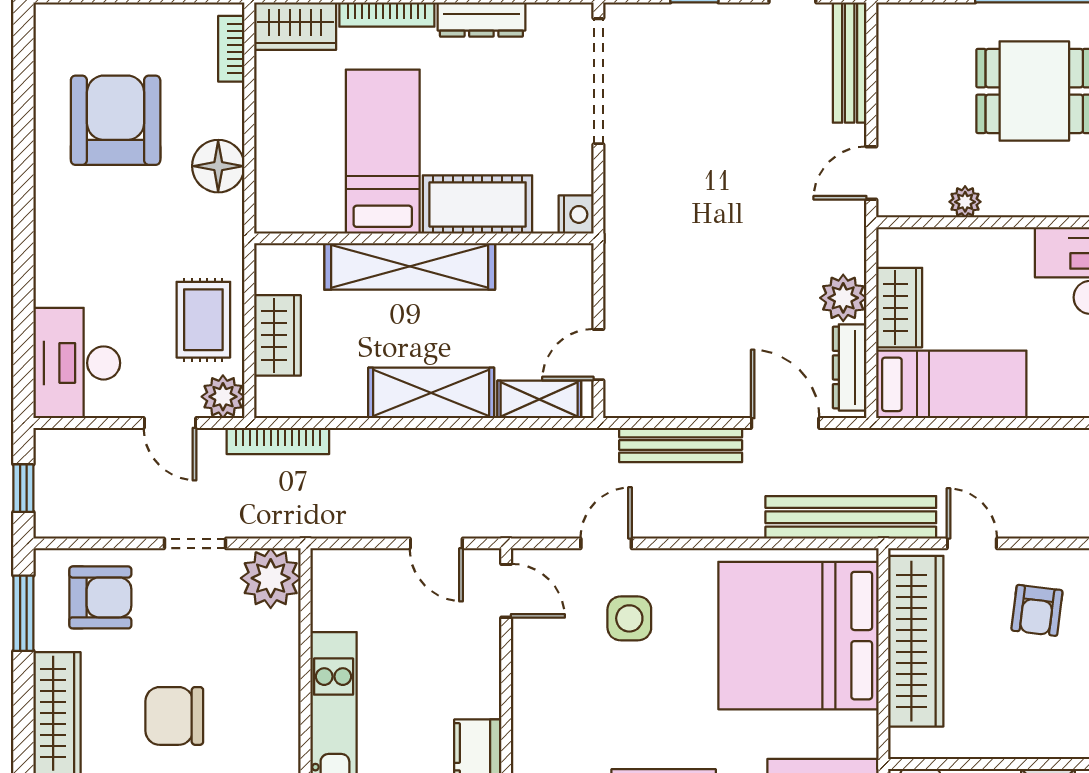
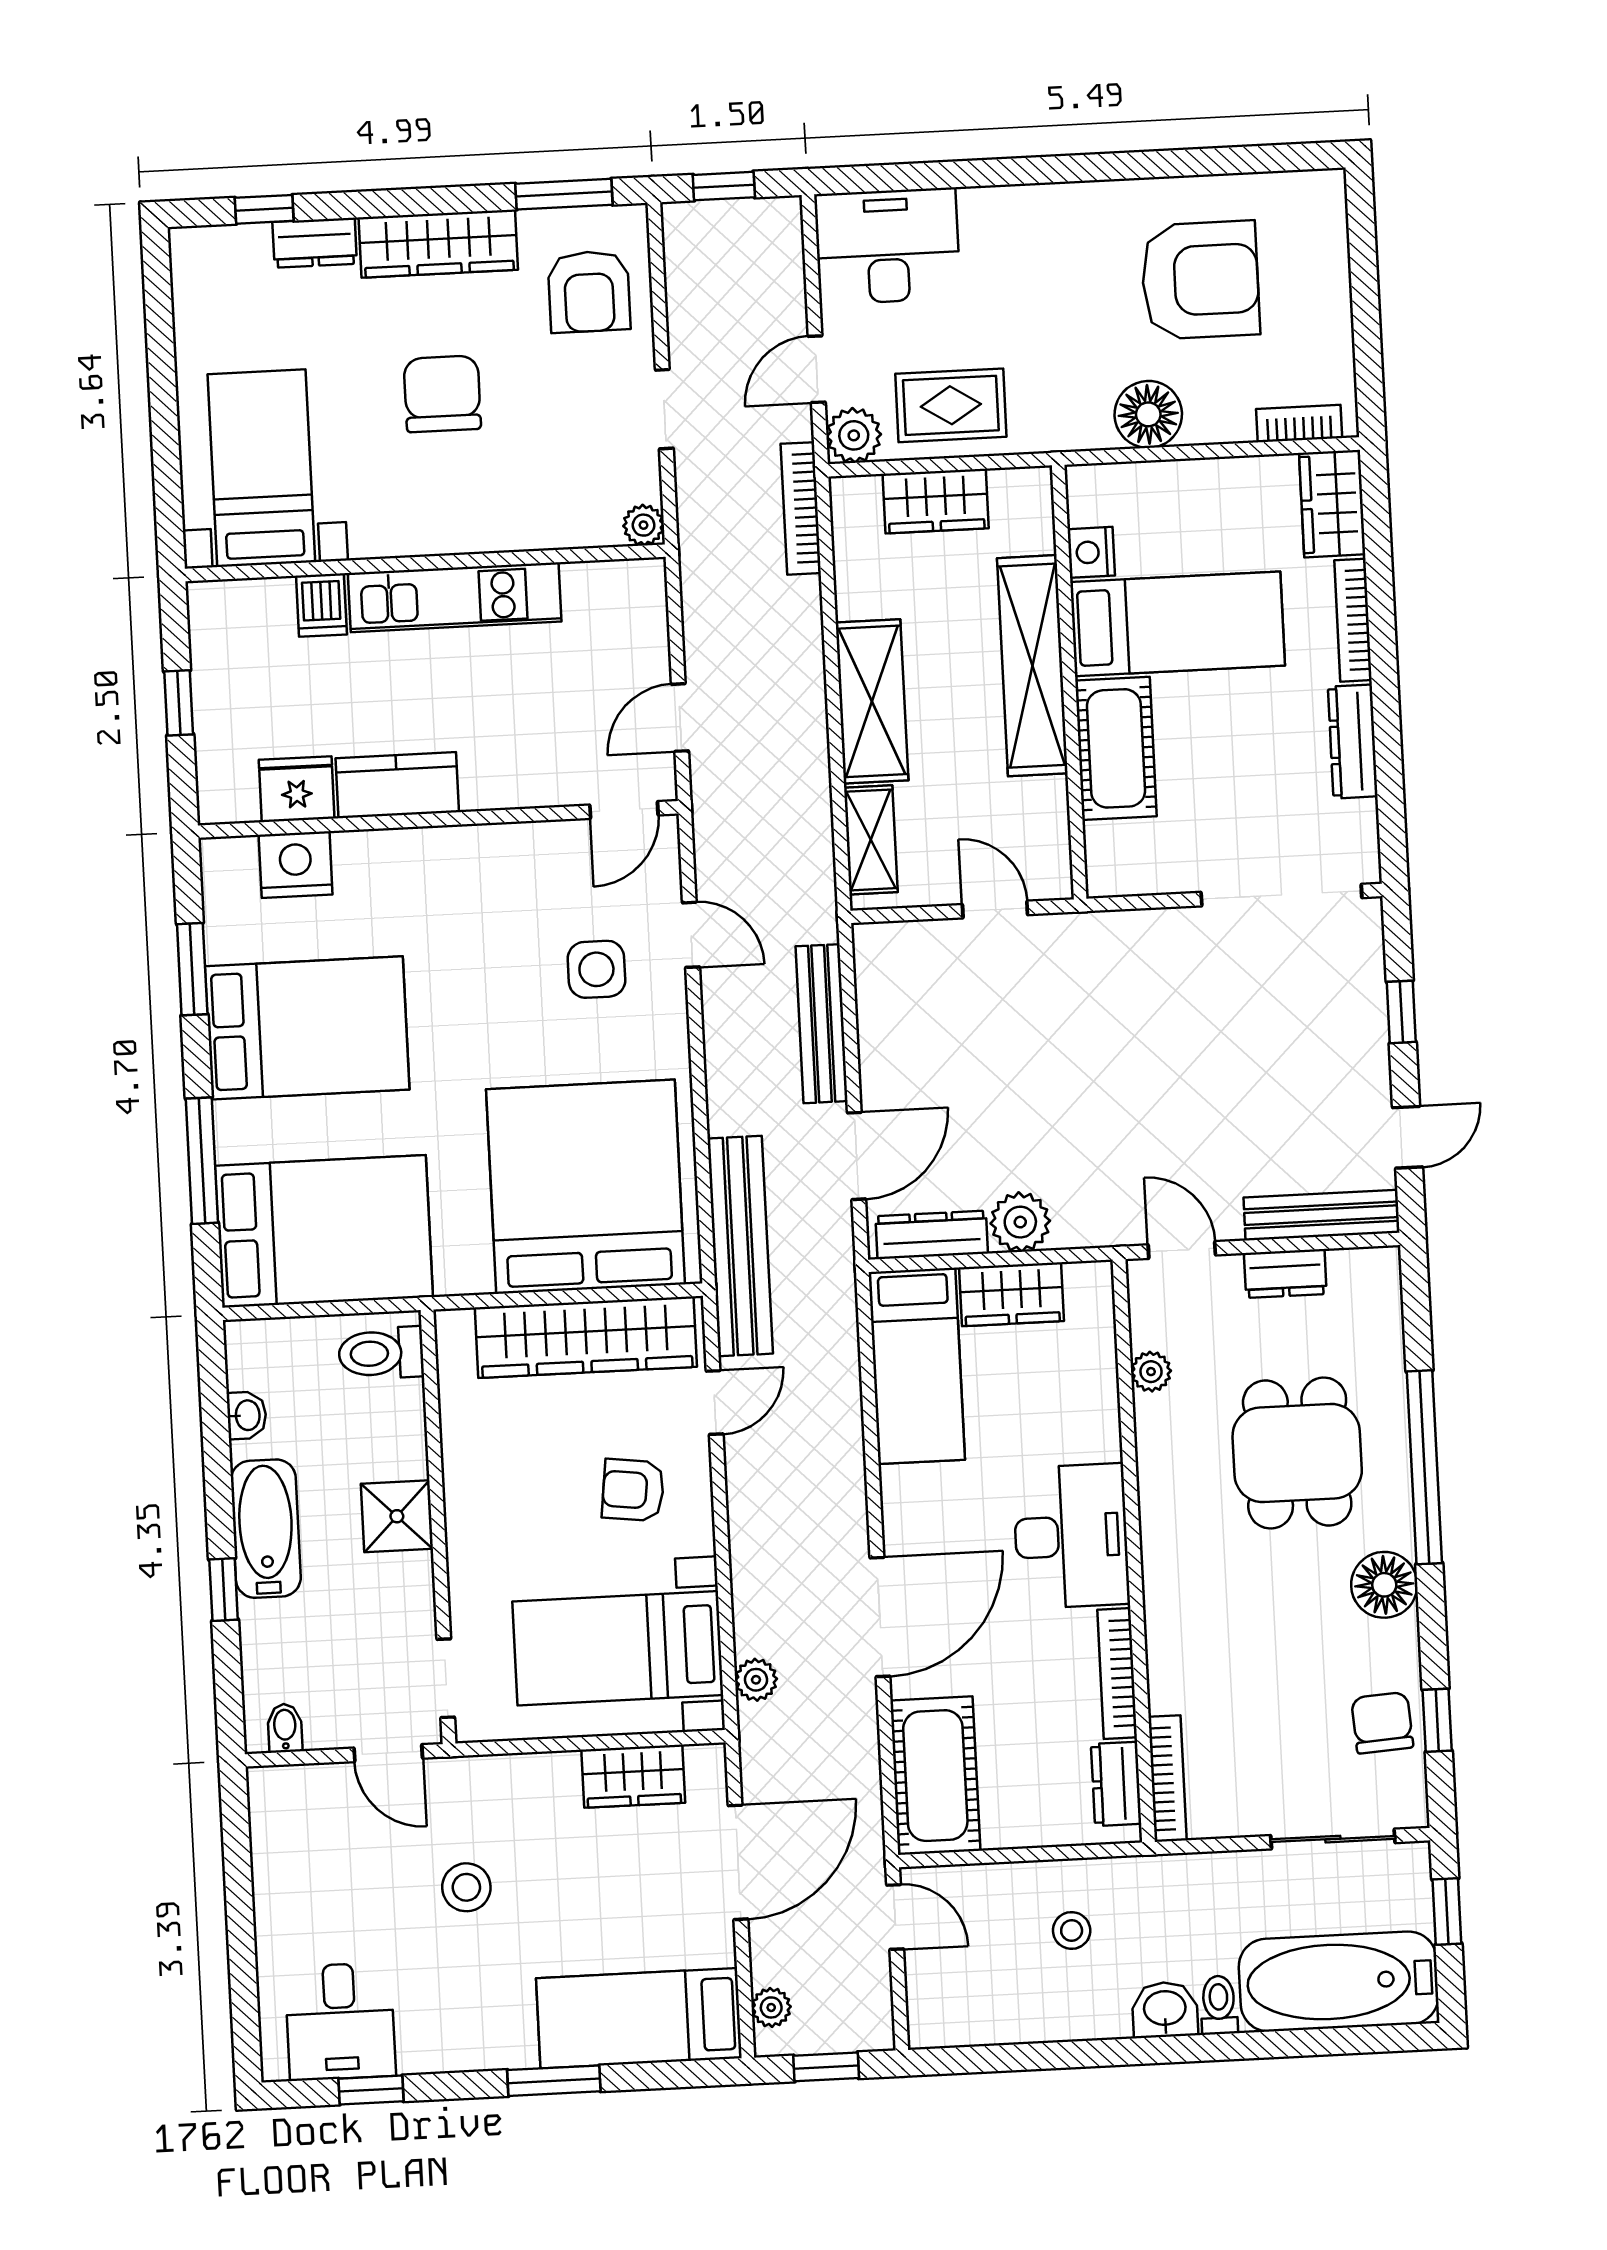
dresser: (894, 93) -> (1285, 1274), added
nightstand: (576, 214) -> (1091, 552), moved, turned 90
door: (598, 355) -> (995, 910), moved
plant: (271, 578) -> (644, 525), width x0.53, depth x0.53

